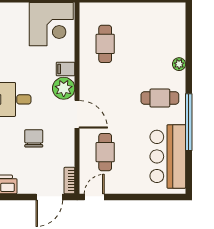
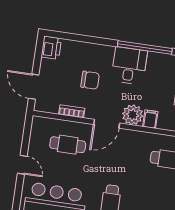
bookcase: (69, 181) -> (72, 111), moved
door: (94, 197) -> (22, 165), moved

